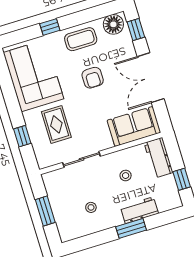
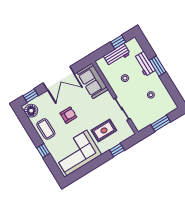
workbench: (159, 158) -> (117, 55), moved

